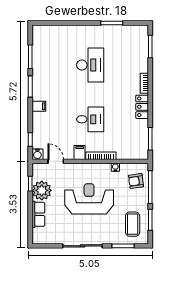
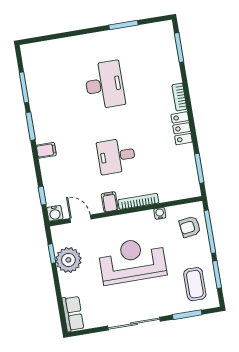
desk: (90, 119) -> (116, 156), turned 180
row of seats: (38, 214) -> (73, 314), moved

